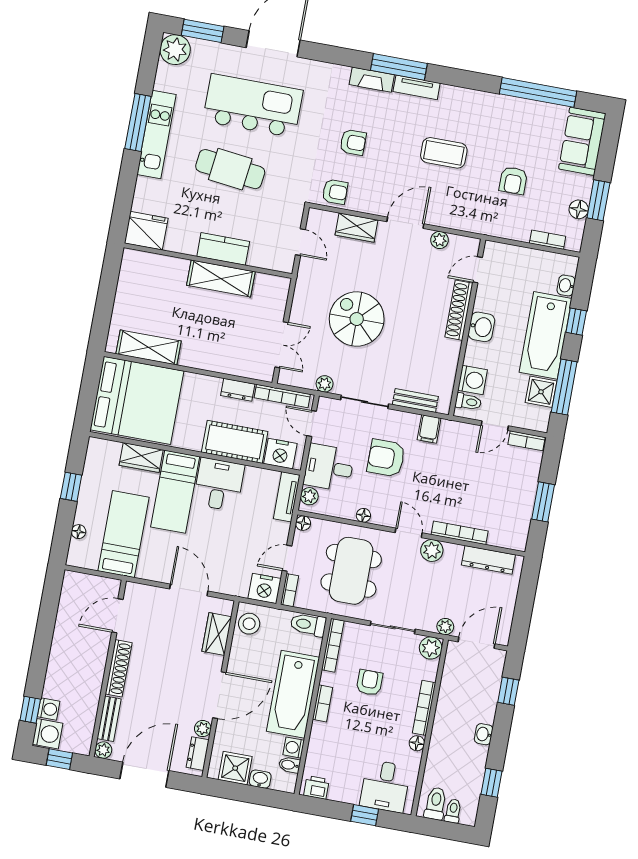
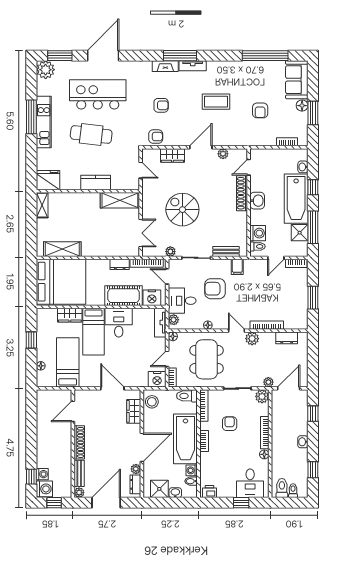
floor lamp: (579, 209) -> (302, 106), moved
shelving: (129, 270) -> (42, 205), added
shelving: (221, 278) -> (120, 200), moved
dresser: (488, 560) -> (287, 338), width x0.70

